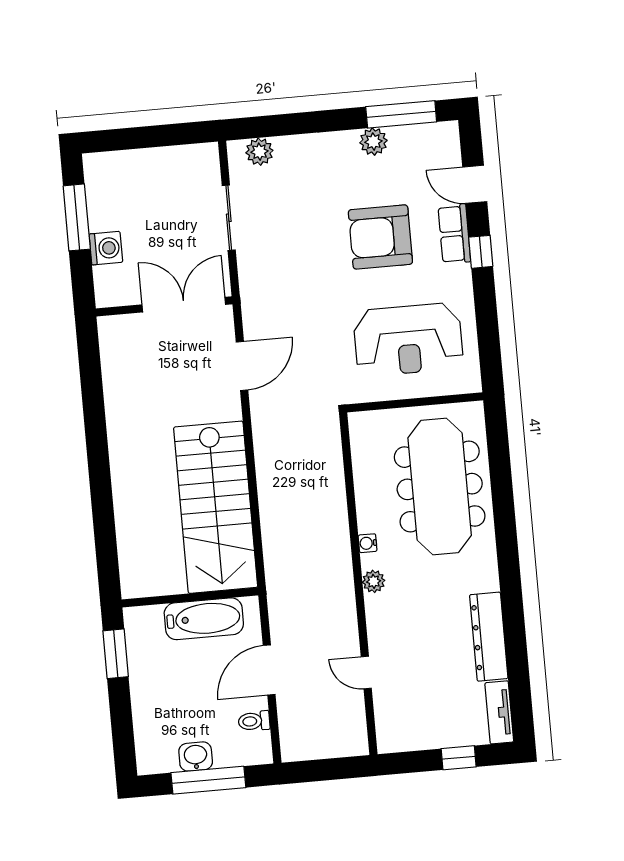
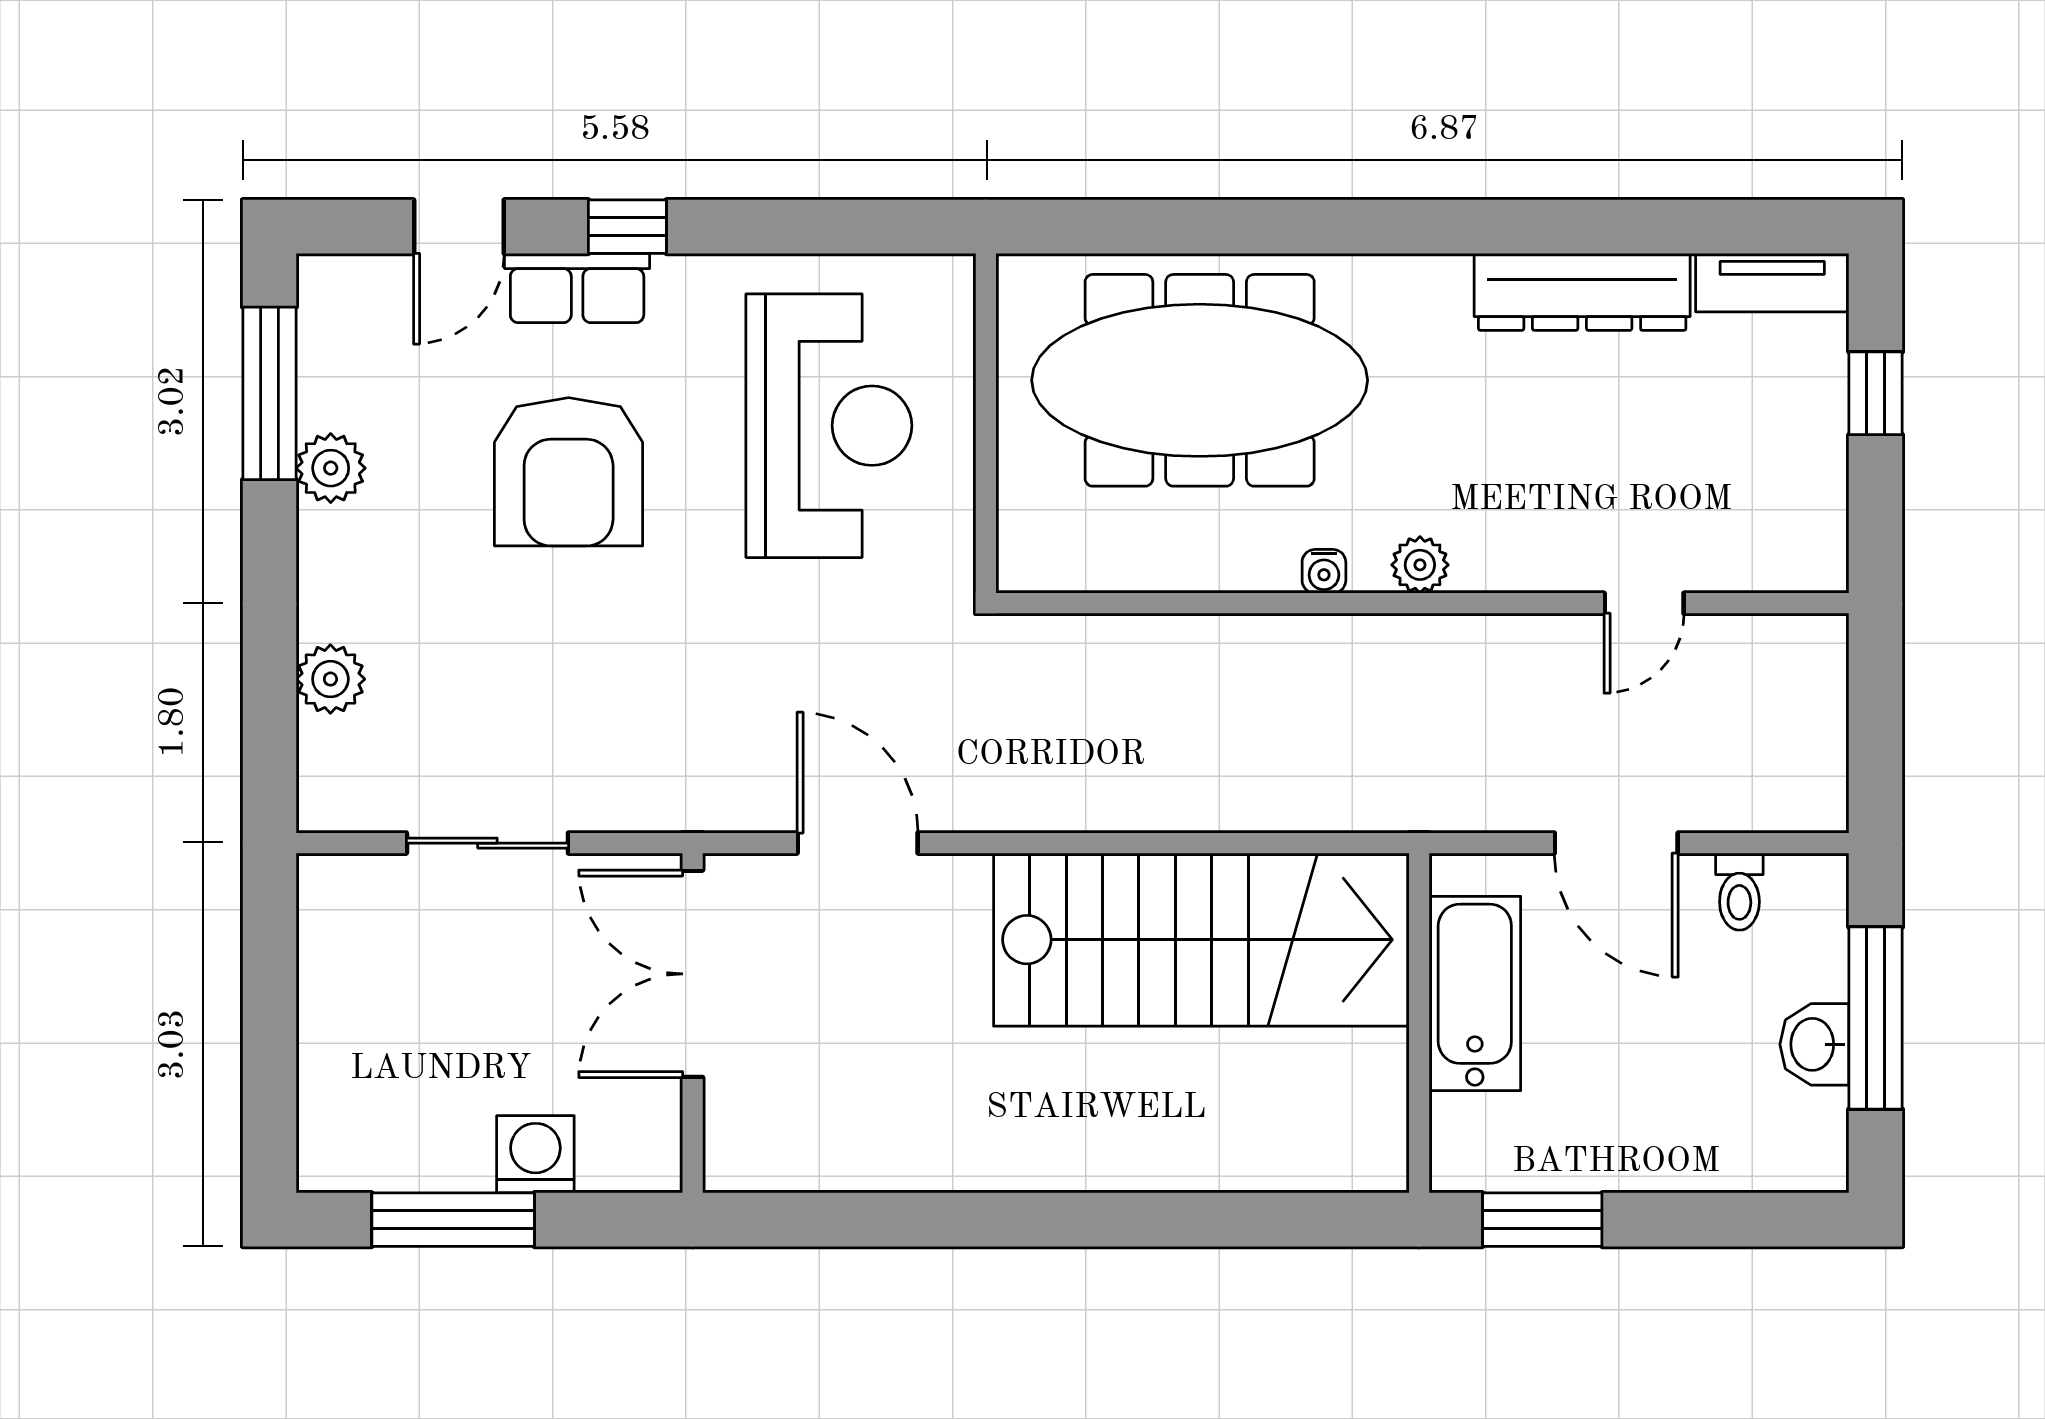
plant: (259, 152) -> (330, 679), moved

